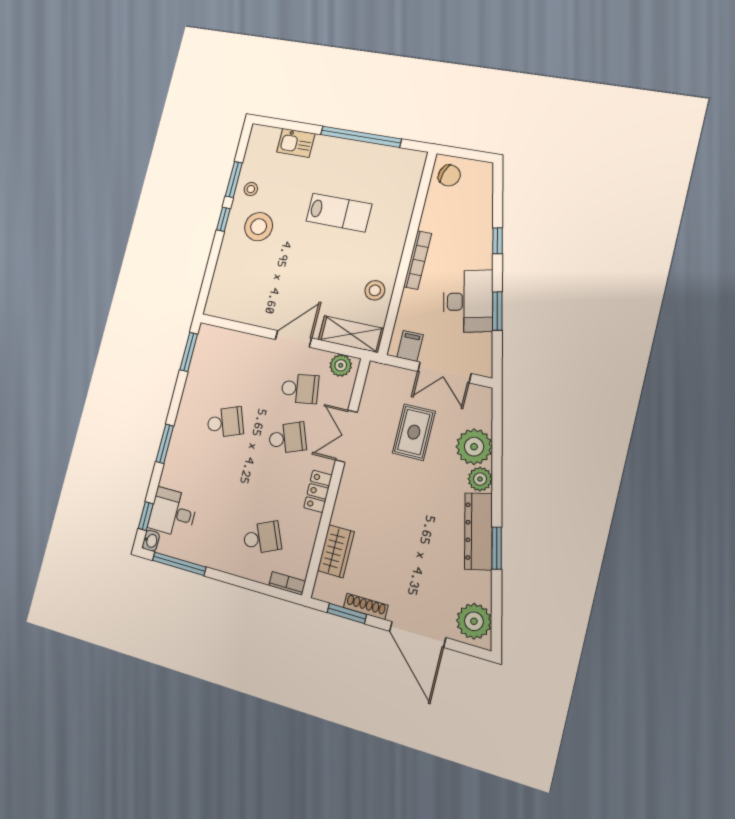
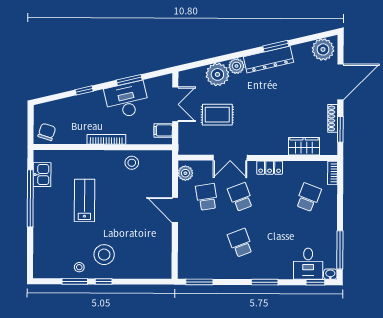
kitchen sink: (296, 143) -> (42, 175), moved
shelving: (351, 334) -> (164, 171), removed
school desk: (262, 538) -> (308, 197), turned 45

